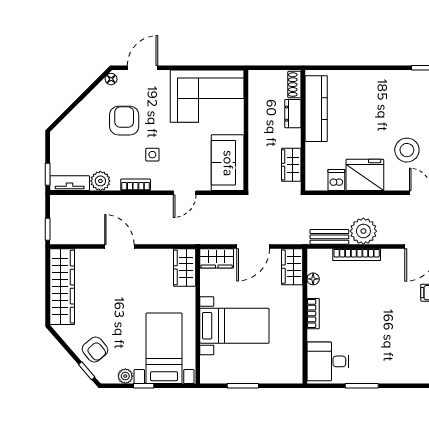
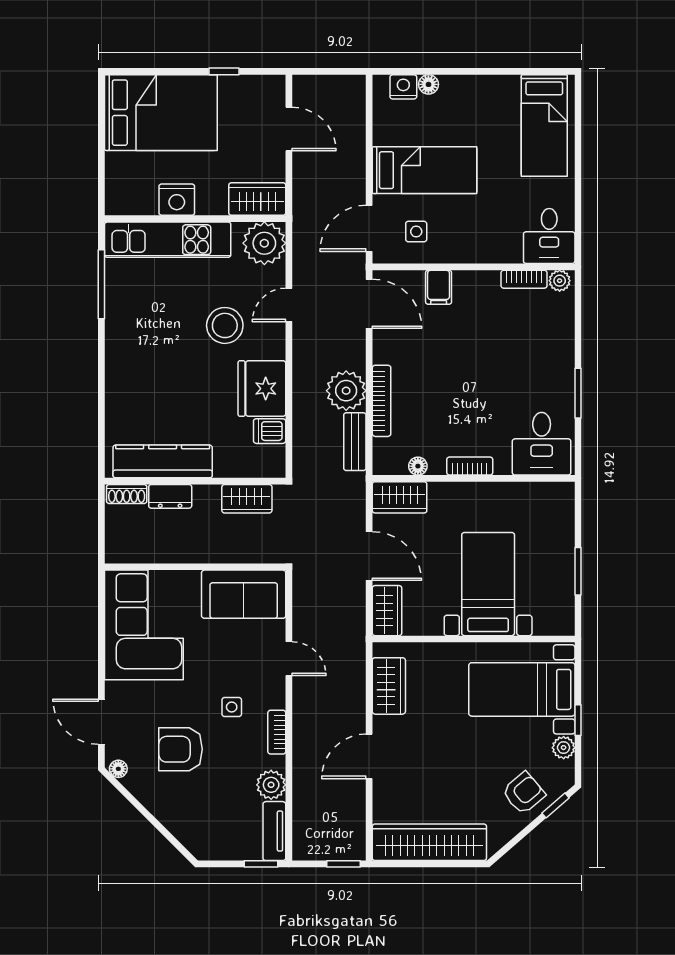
wardrobe: (185, 267) -> (389, 686), moved, turned -90

